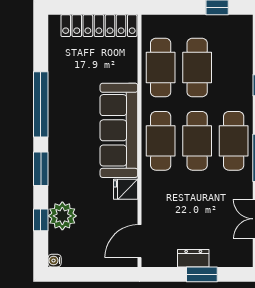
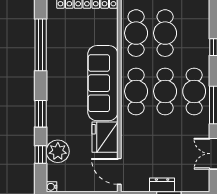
window: (41, 104) -> (41, 45), moved
fridge: (126, 189) -> (105, 137), width x1.88, depth x1.34
door: (140, 241) -> (119, 171), hinge flipped

